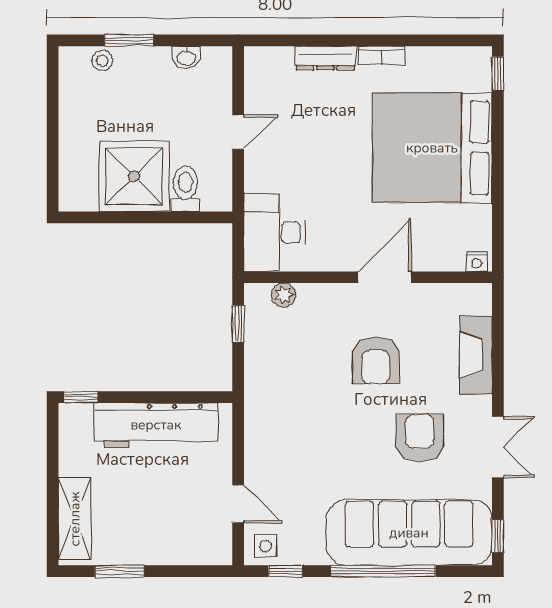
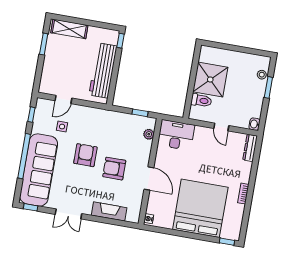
washbasin: (186, 57) -> (255, 124), moved
dresser: (325, 58) -> (250, 148), moved
armchair: (420, 438) -> (85, 155), moved, turned -90
side table: (266, 546) -> (62, 127), moved

